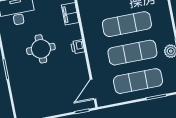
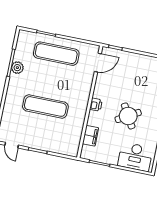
round table: (41, 49) -> (128, 116), turned -30
exercise mat: (132, 53) -> (51, 80), removed

